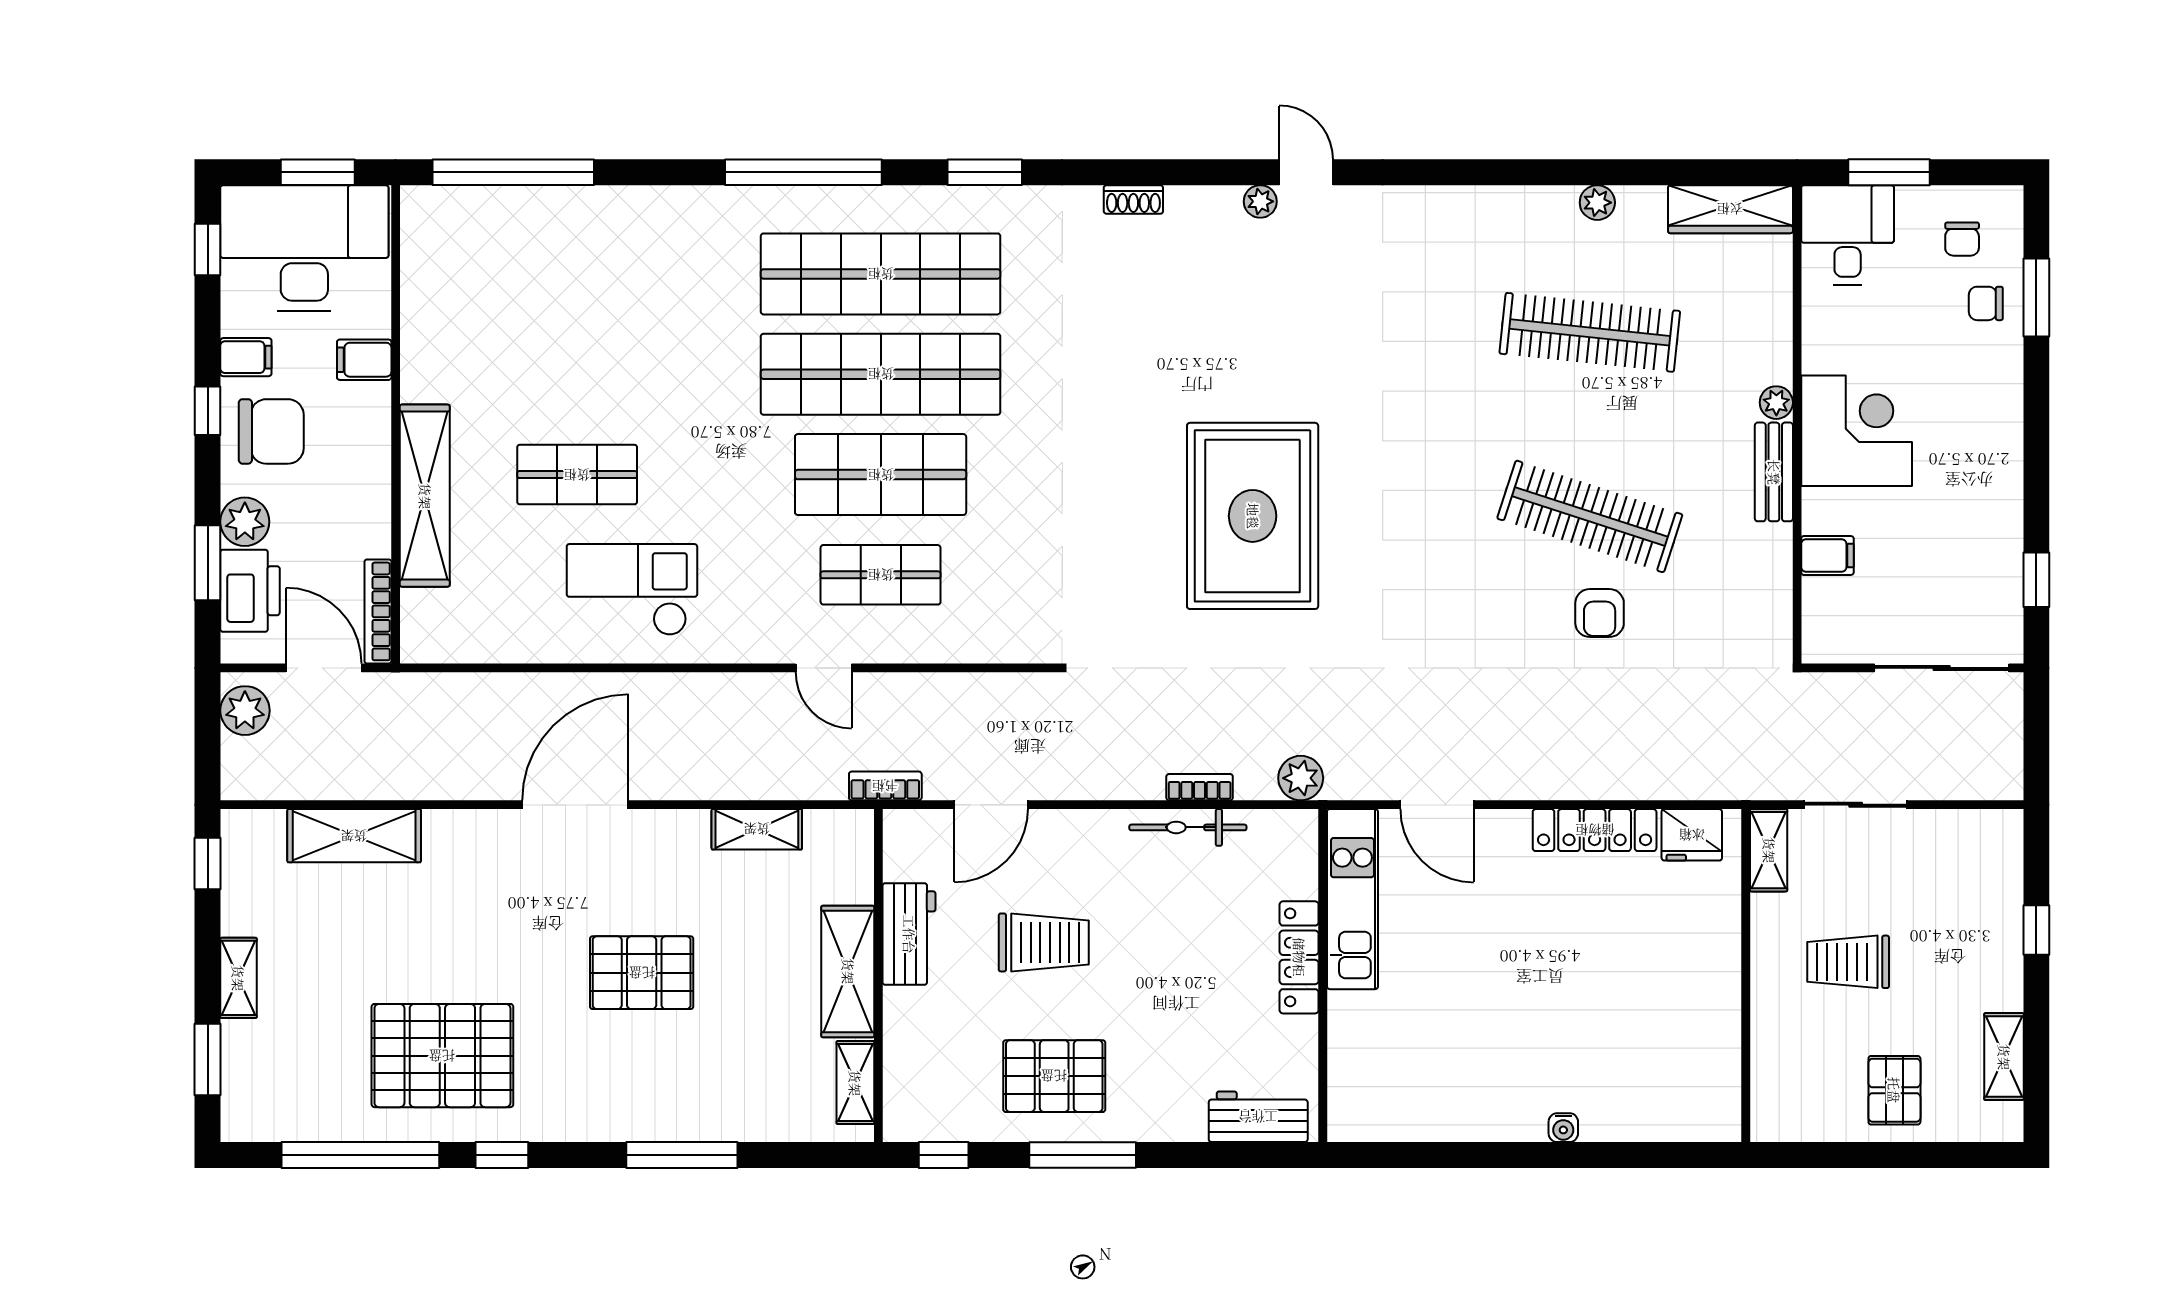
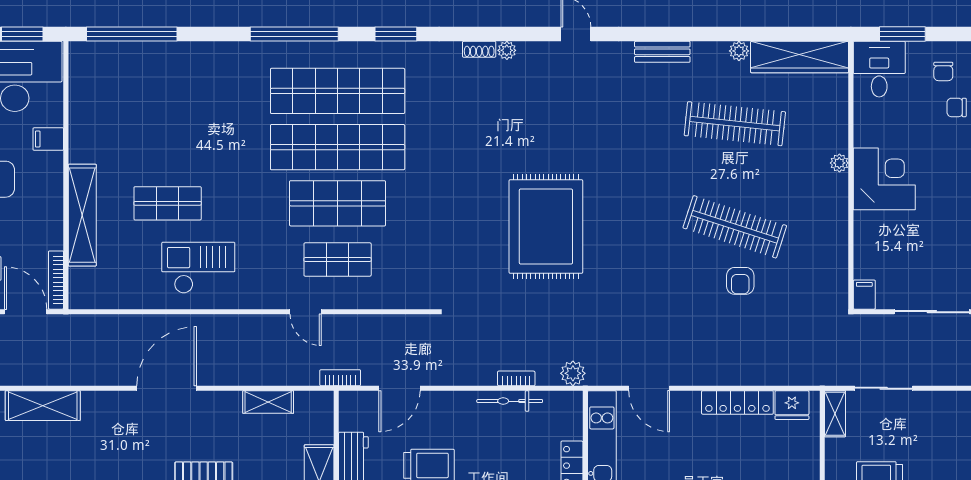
plant: (1260, 201) -> (507, 50), moved
wardrobe: (1730, 209) -> (800, 57), width x1.40, depth x1.17
bench: (1774, 472) -> (662, 52), moved, turned 90
filing cabinet: (1827, 556) -> (864, 295), moved, turned -90

